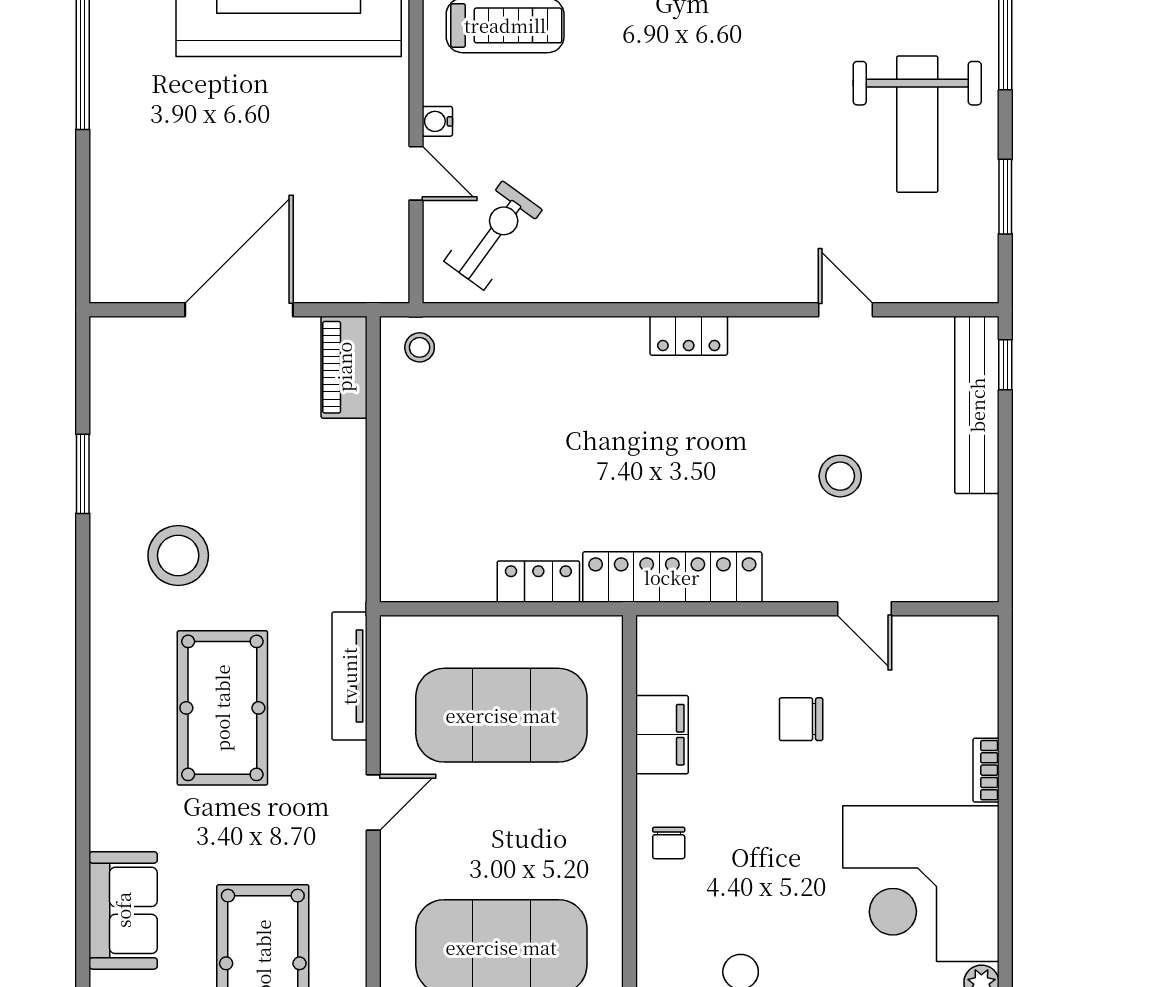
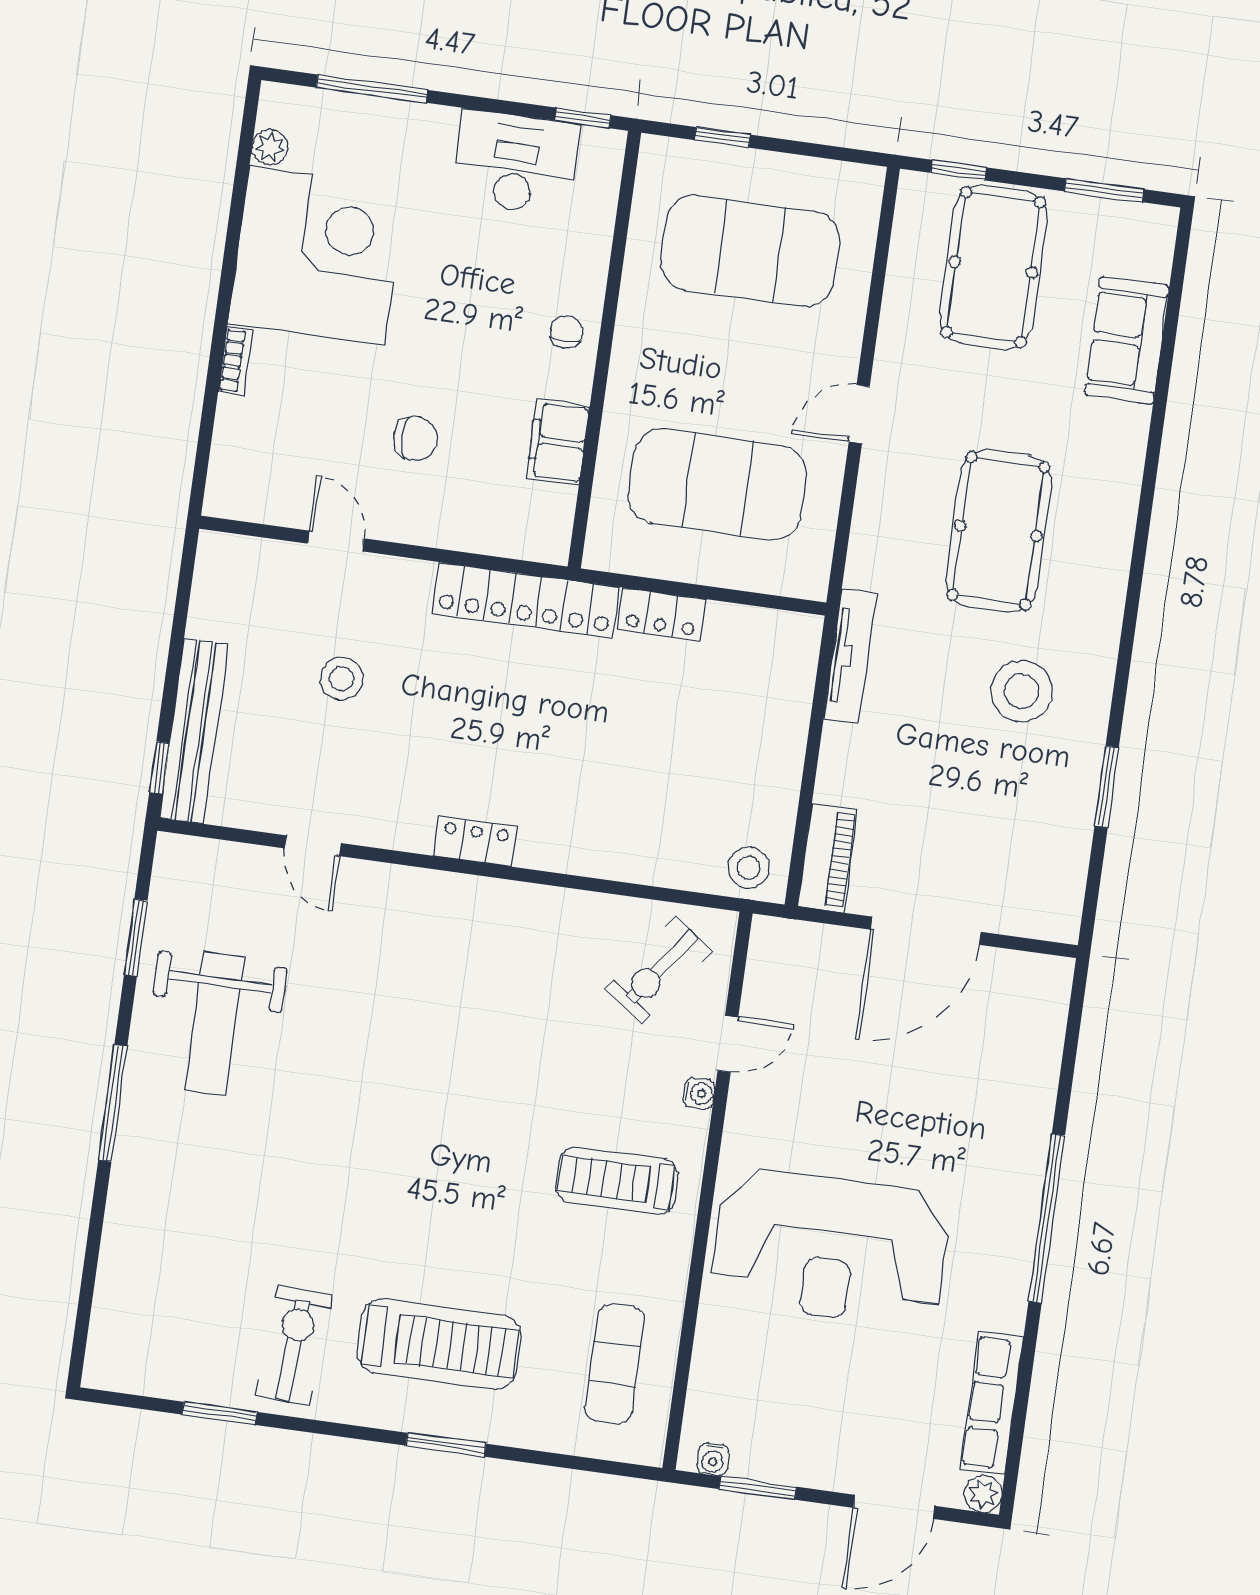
weight bench: (917, 124) -> (215, 1023), turned 180
door: (416, 173) -> (728, 1044), swing flipped
stool: (420, 347) -> (749, 867), width x1.37, depth x1.37
tv unit: (349, 676) -> (850, 656), moved

